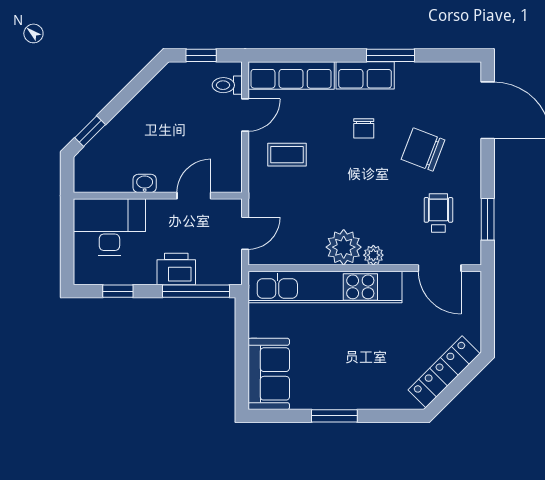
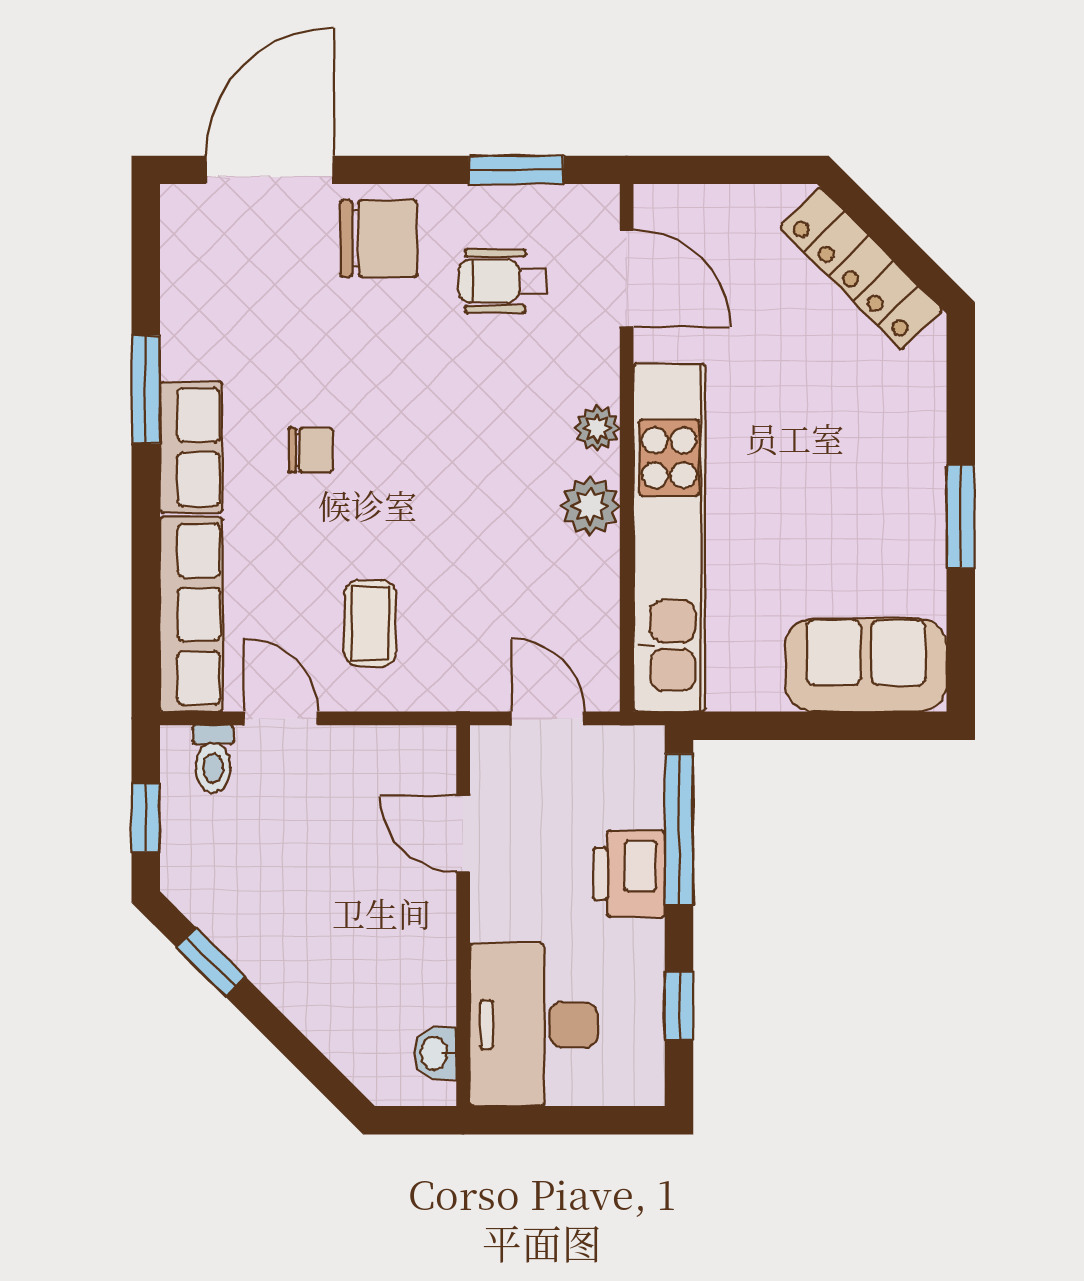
window: (90, 131) -> (211, 962), moved
chair: (423, 150) -> (378, 238), moved, turned -111
washbasin: (145, 183) -> (435, 1053), moved
plant: (344, 247) -> (590, 506), width x0.73, depth x0.73
door: (440, 268) -> (627, 278), hinge flipped

